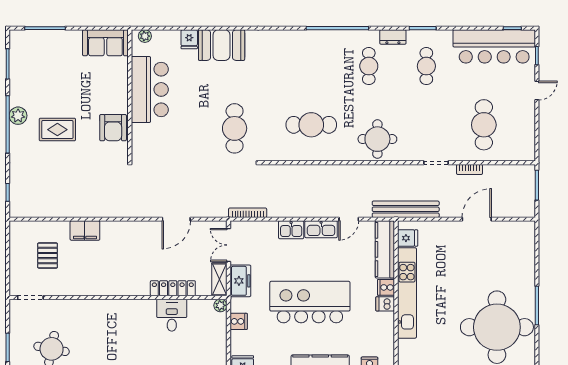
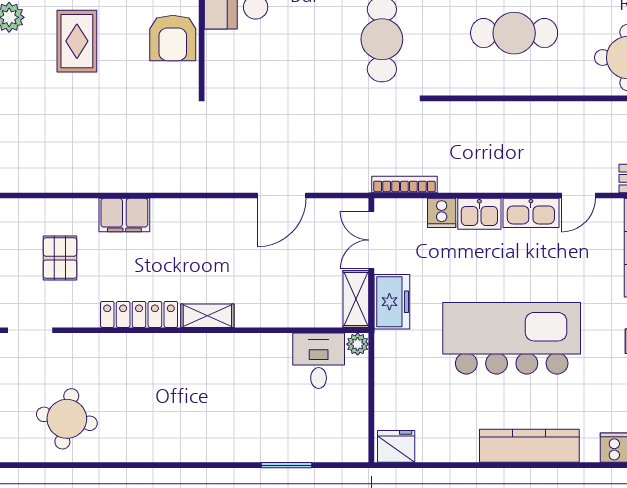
rug: (57, 130) -> (77, 41), turned 90
locker: (173, 288) -> (139, 314), moved
shelving: (133, 289) -> (207, 316), added
desk: (172, 315) -> (319, 361), moved
cooker: (239, 321) -> (442, 213), moved, turned 90

